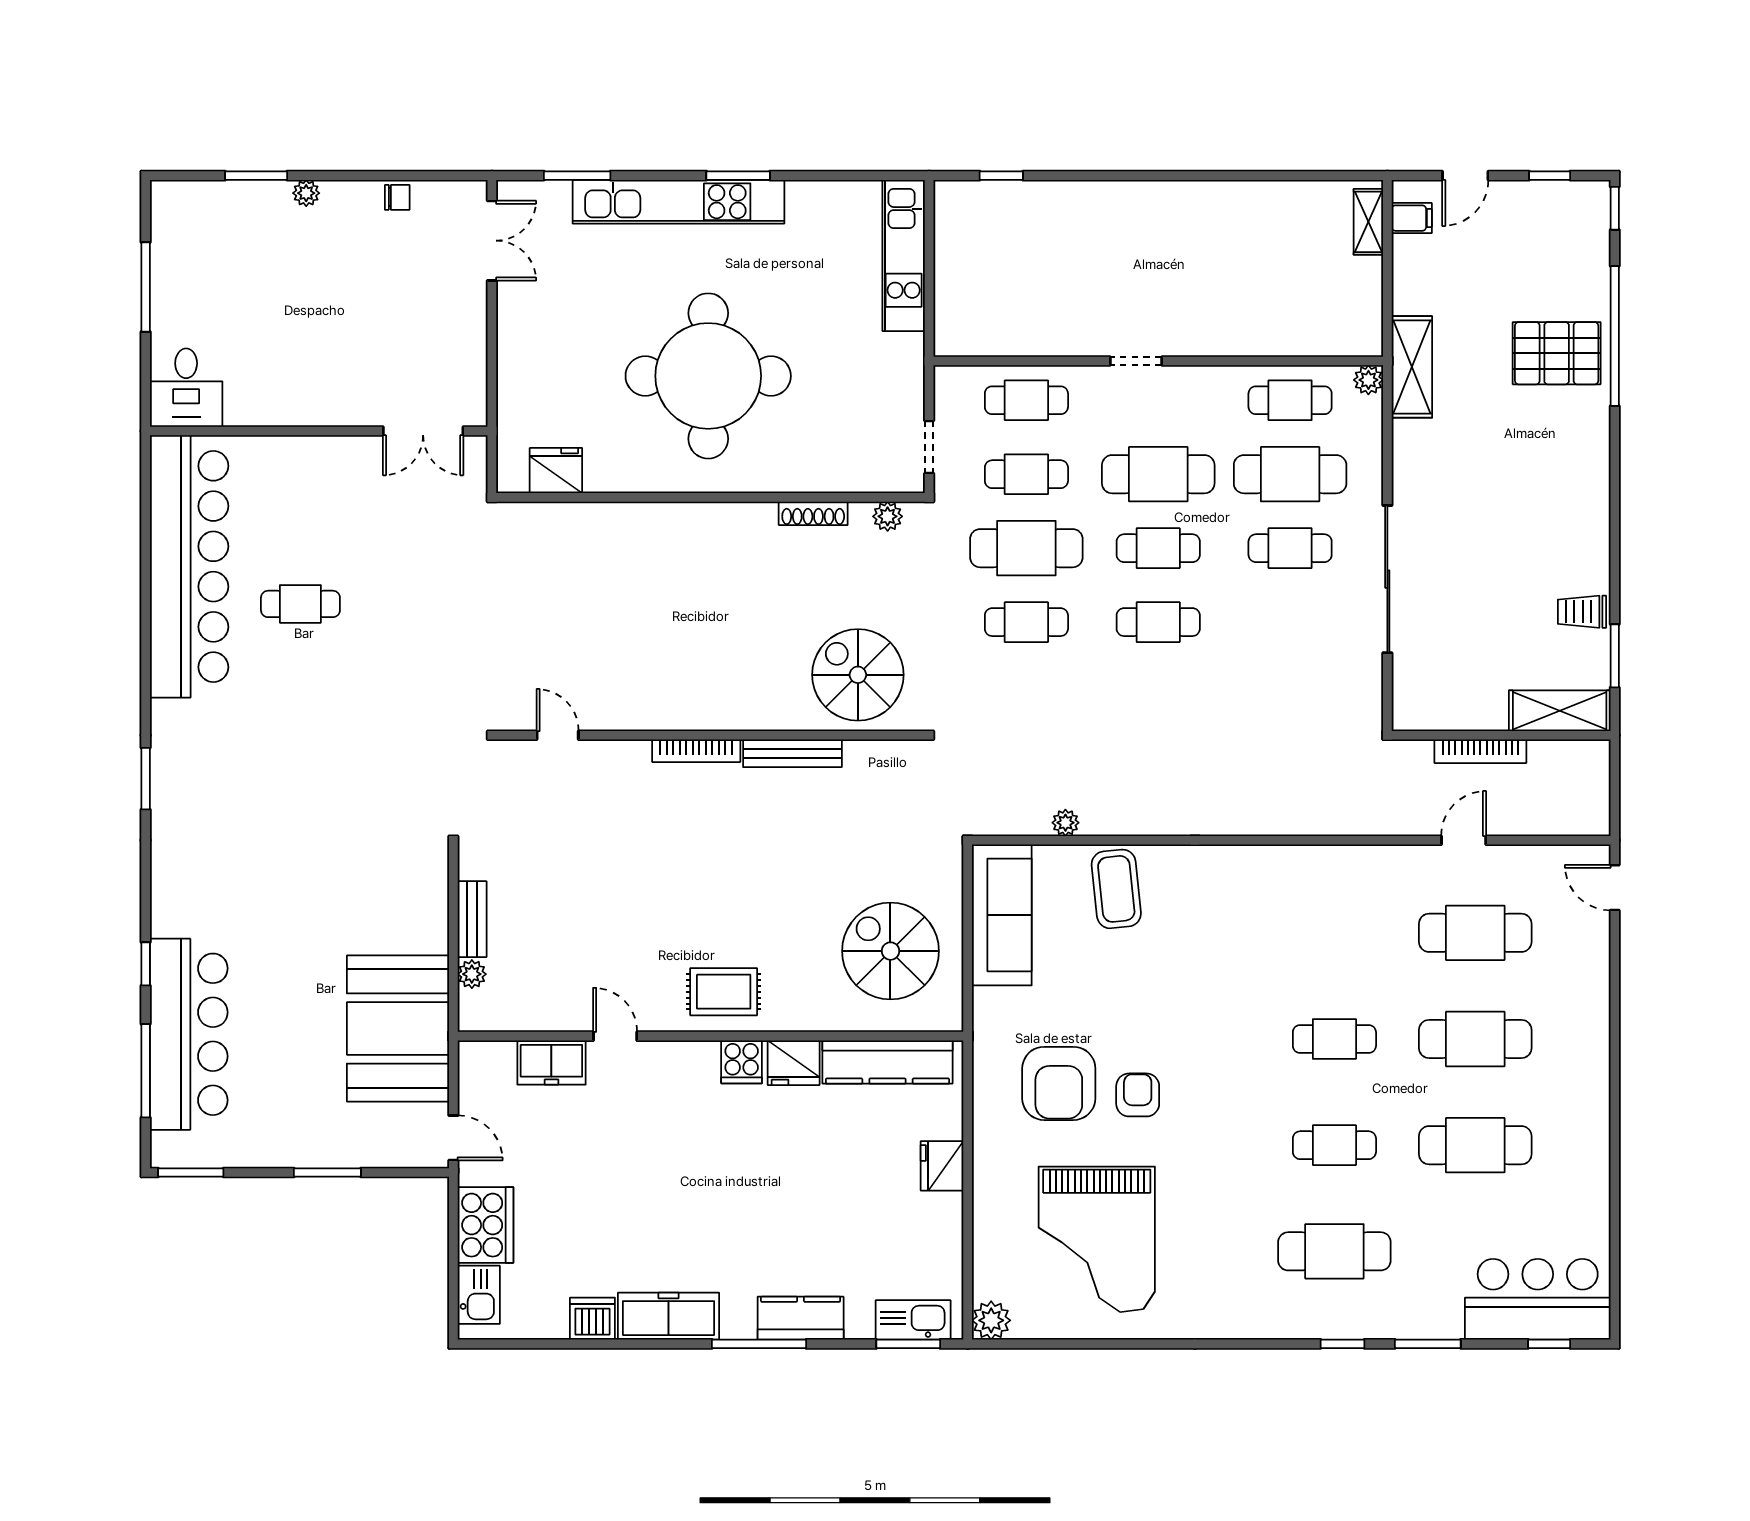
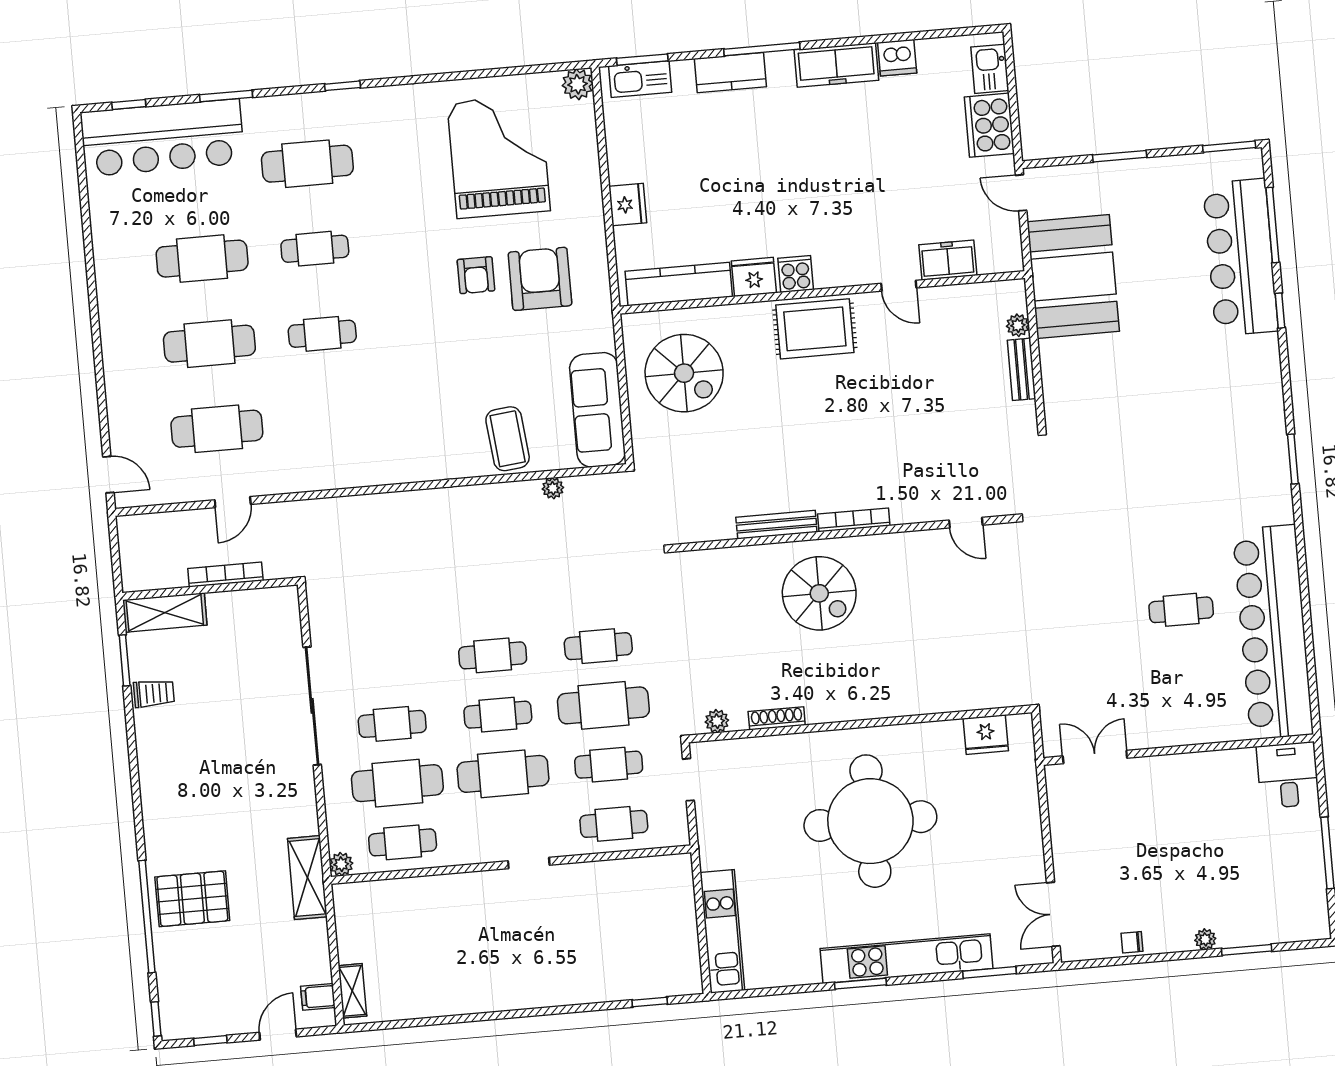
spiral stairs: (858, 675) -> (819, 593), moved
rug: (724, 992) -> (815, 329), width x1.36, depth x1.43
bar counter: (1538, 1299) -> (162, 138), width x1.36
window: (1343, 1344) -> (342, 86), moved

